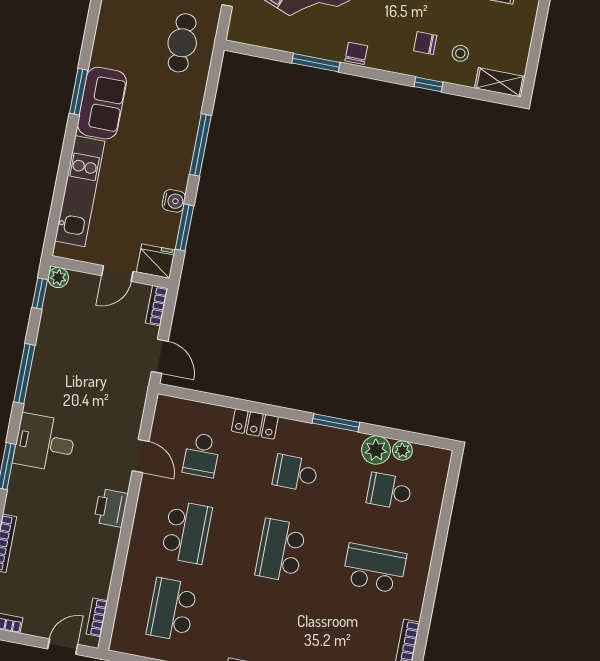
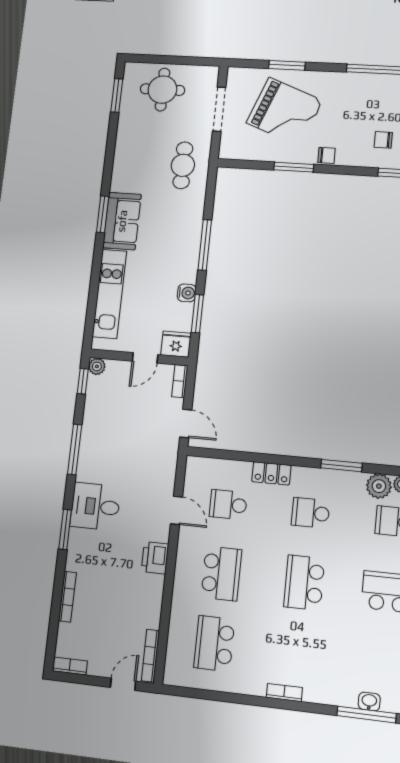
chair: (356, 53) -> (326, 155), turned 90
school desk: (202, 455) -> (228, 505), turned 90
bookcase: (97, 617) -> (150, 656), width x1.56

